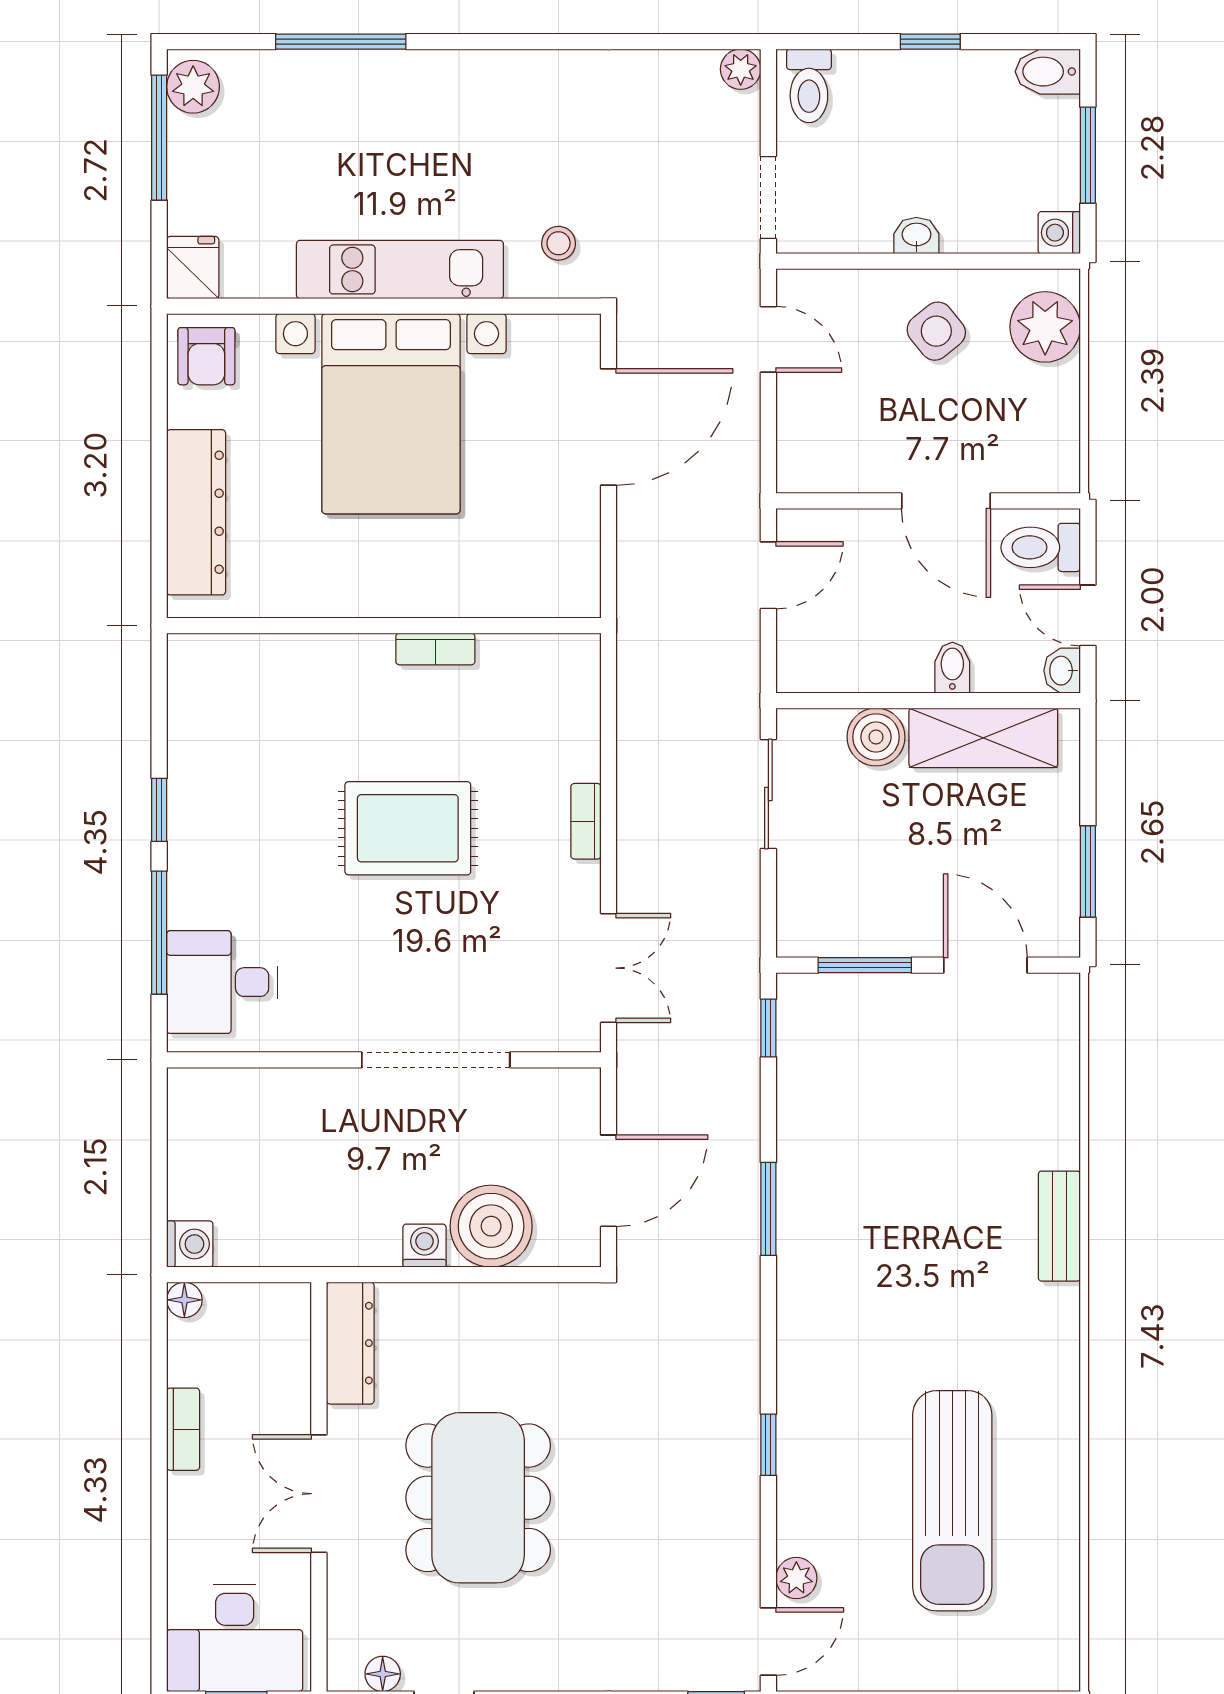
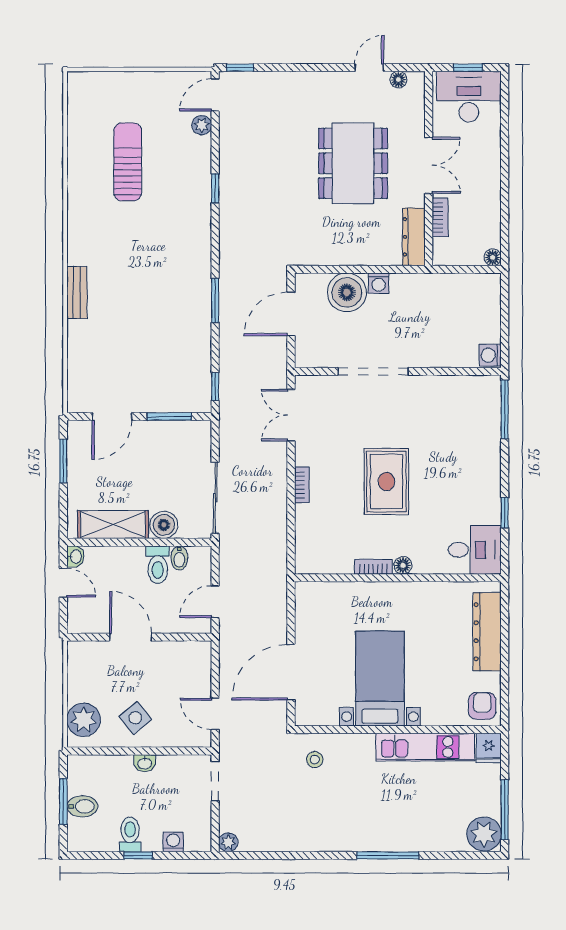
window: (341, 42) -> (388, 855), moved
bidet: (1048, 72) -> (82, 806), moved
toilet: (809, 86) -> (130, 834), moved
plant: (193, 87) -> (484, 834), width x1.36, depth x1.36
washing machine: (1059, 233) -> (173, 842), moved, turned -90
kitchen unit: (400, 269) -> (425, 747), moved
bed with nightstands: (391, 414) -> (380, 679), width x0.73
toilet: (1041, 547) -> (158, 565), moved, turned 90
floor lamp: (373, 652) -> (403, 565), added
bidet: (952, 668) -> (179, 558), moved
sliding door: (768, 794) -> (215, 498), width x1.37
window: (159, 810) -> (505, 513), moved
rug: (408, 828) -> (386, 482), turned 90
window: (159, 933) -> (505, 409), moved
door: (985, 965) -> (112, 416), hinge flipped
desk: (222, 982) -> (475, 550), moved
washing machine: (190, 1244) -> (490, 355), moved
bookcase: (183, 1429) -> (440, 217), moved, turned 180
sun lounger: (952, 1501) -> (128, 162), width x0.73, depth x0.75

